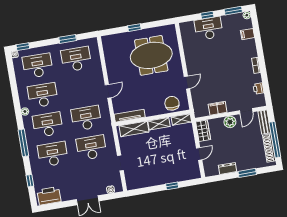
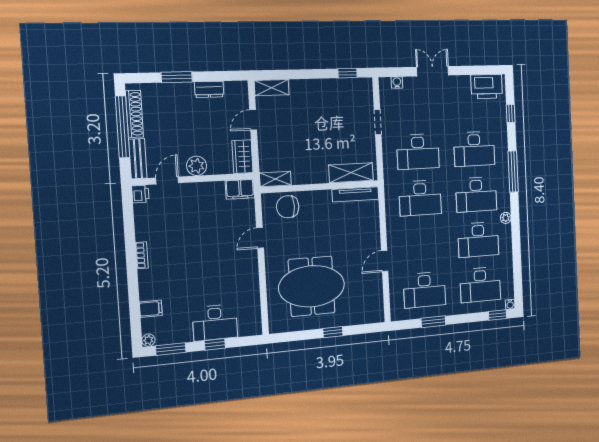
printer: (258, 89) -> (140, 194), moved
door: (108, 91) -> (385, 261), moved
chair: (172, 103) -> (288, 207), turned 90
filing cabinet: (218, 108) -> (240, 189), moved
shelving: (159, 124) -> (272, 88), moved
window: (172, 186) -> (348, 73), moved

